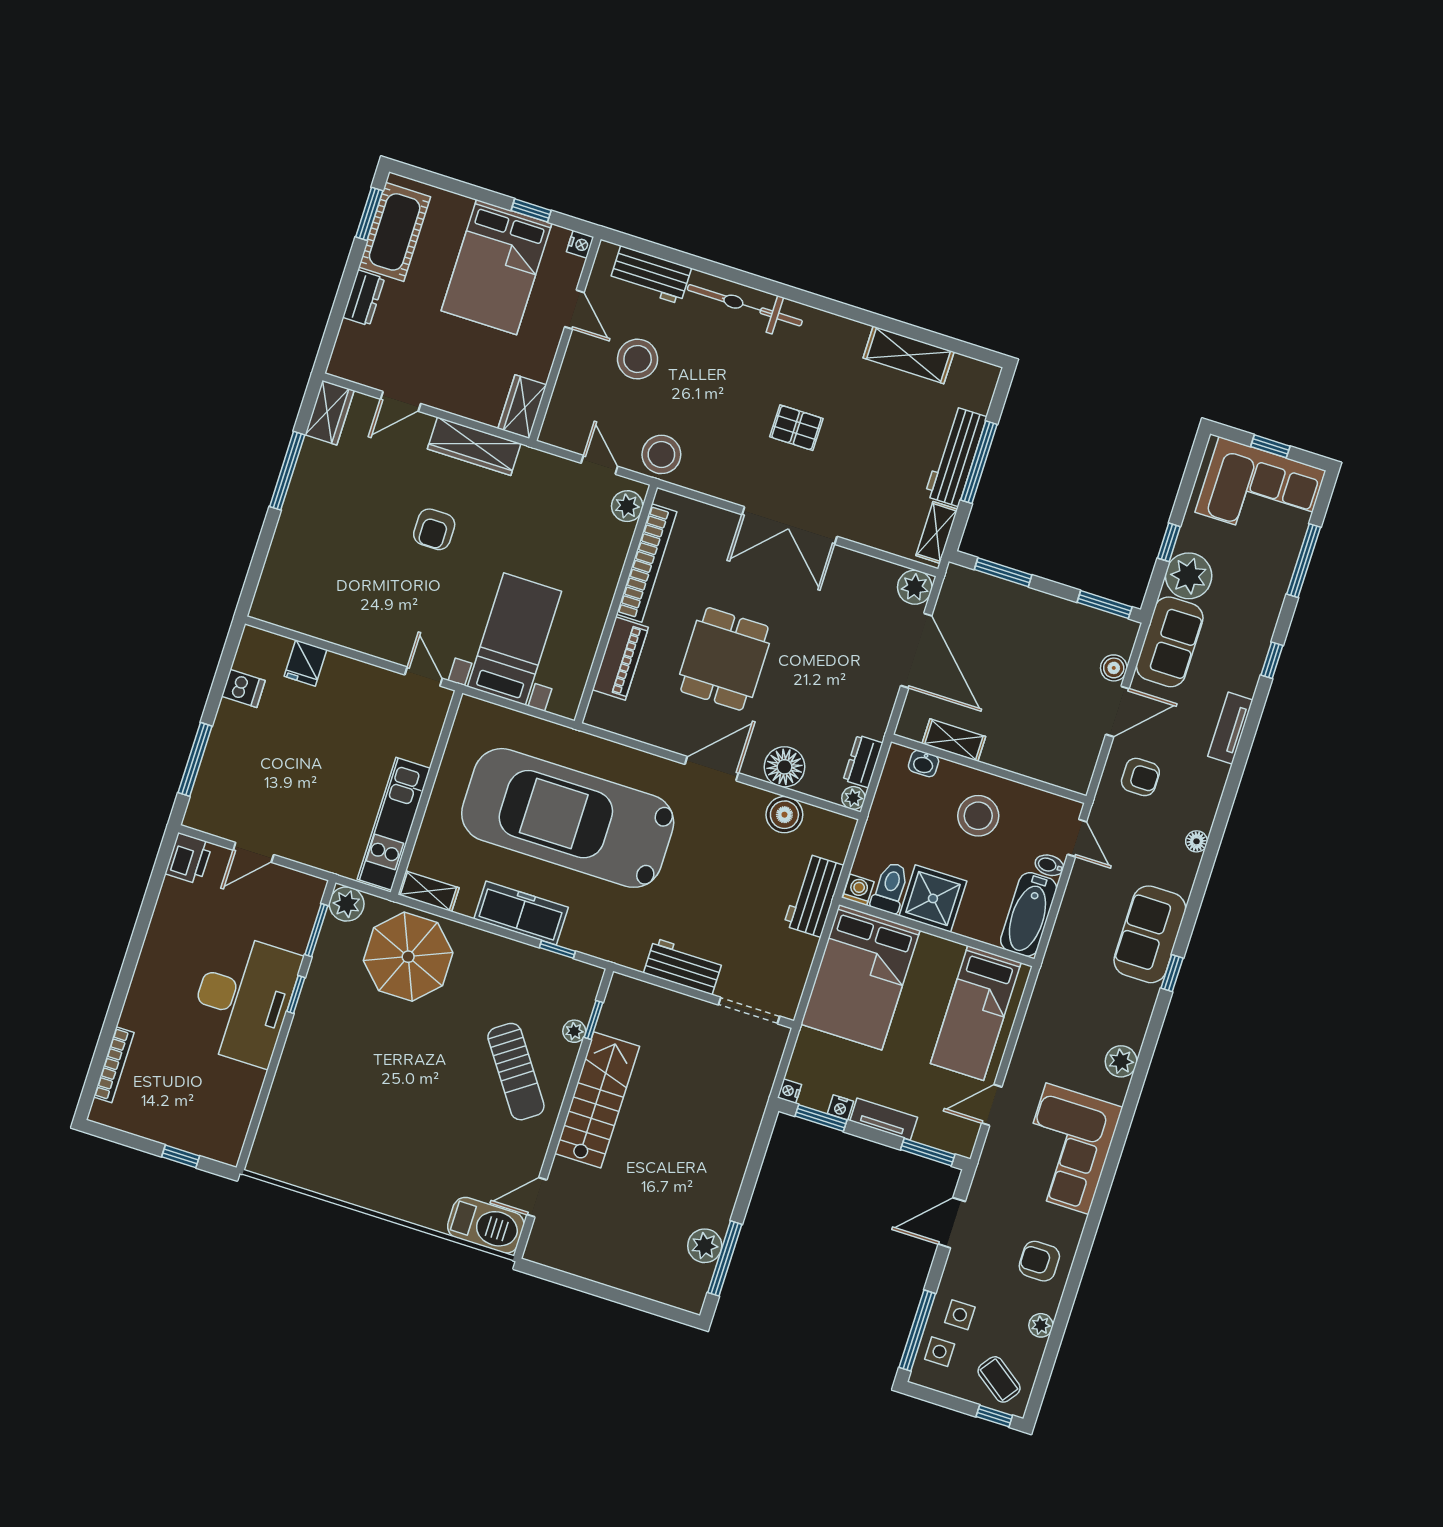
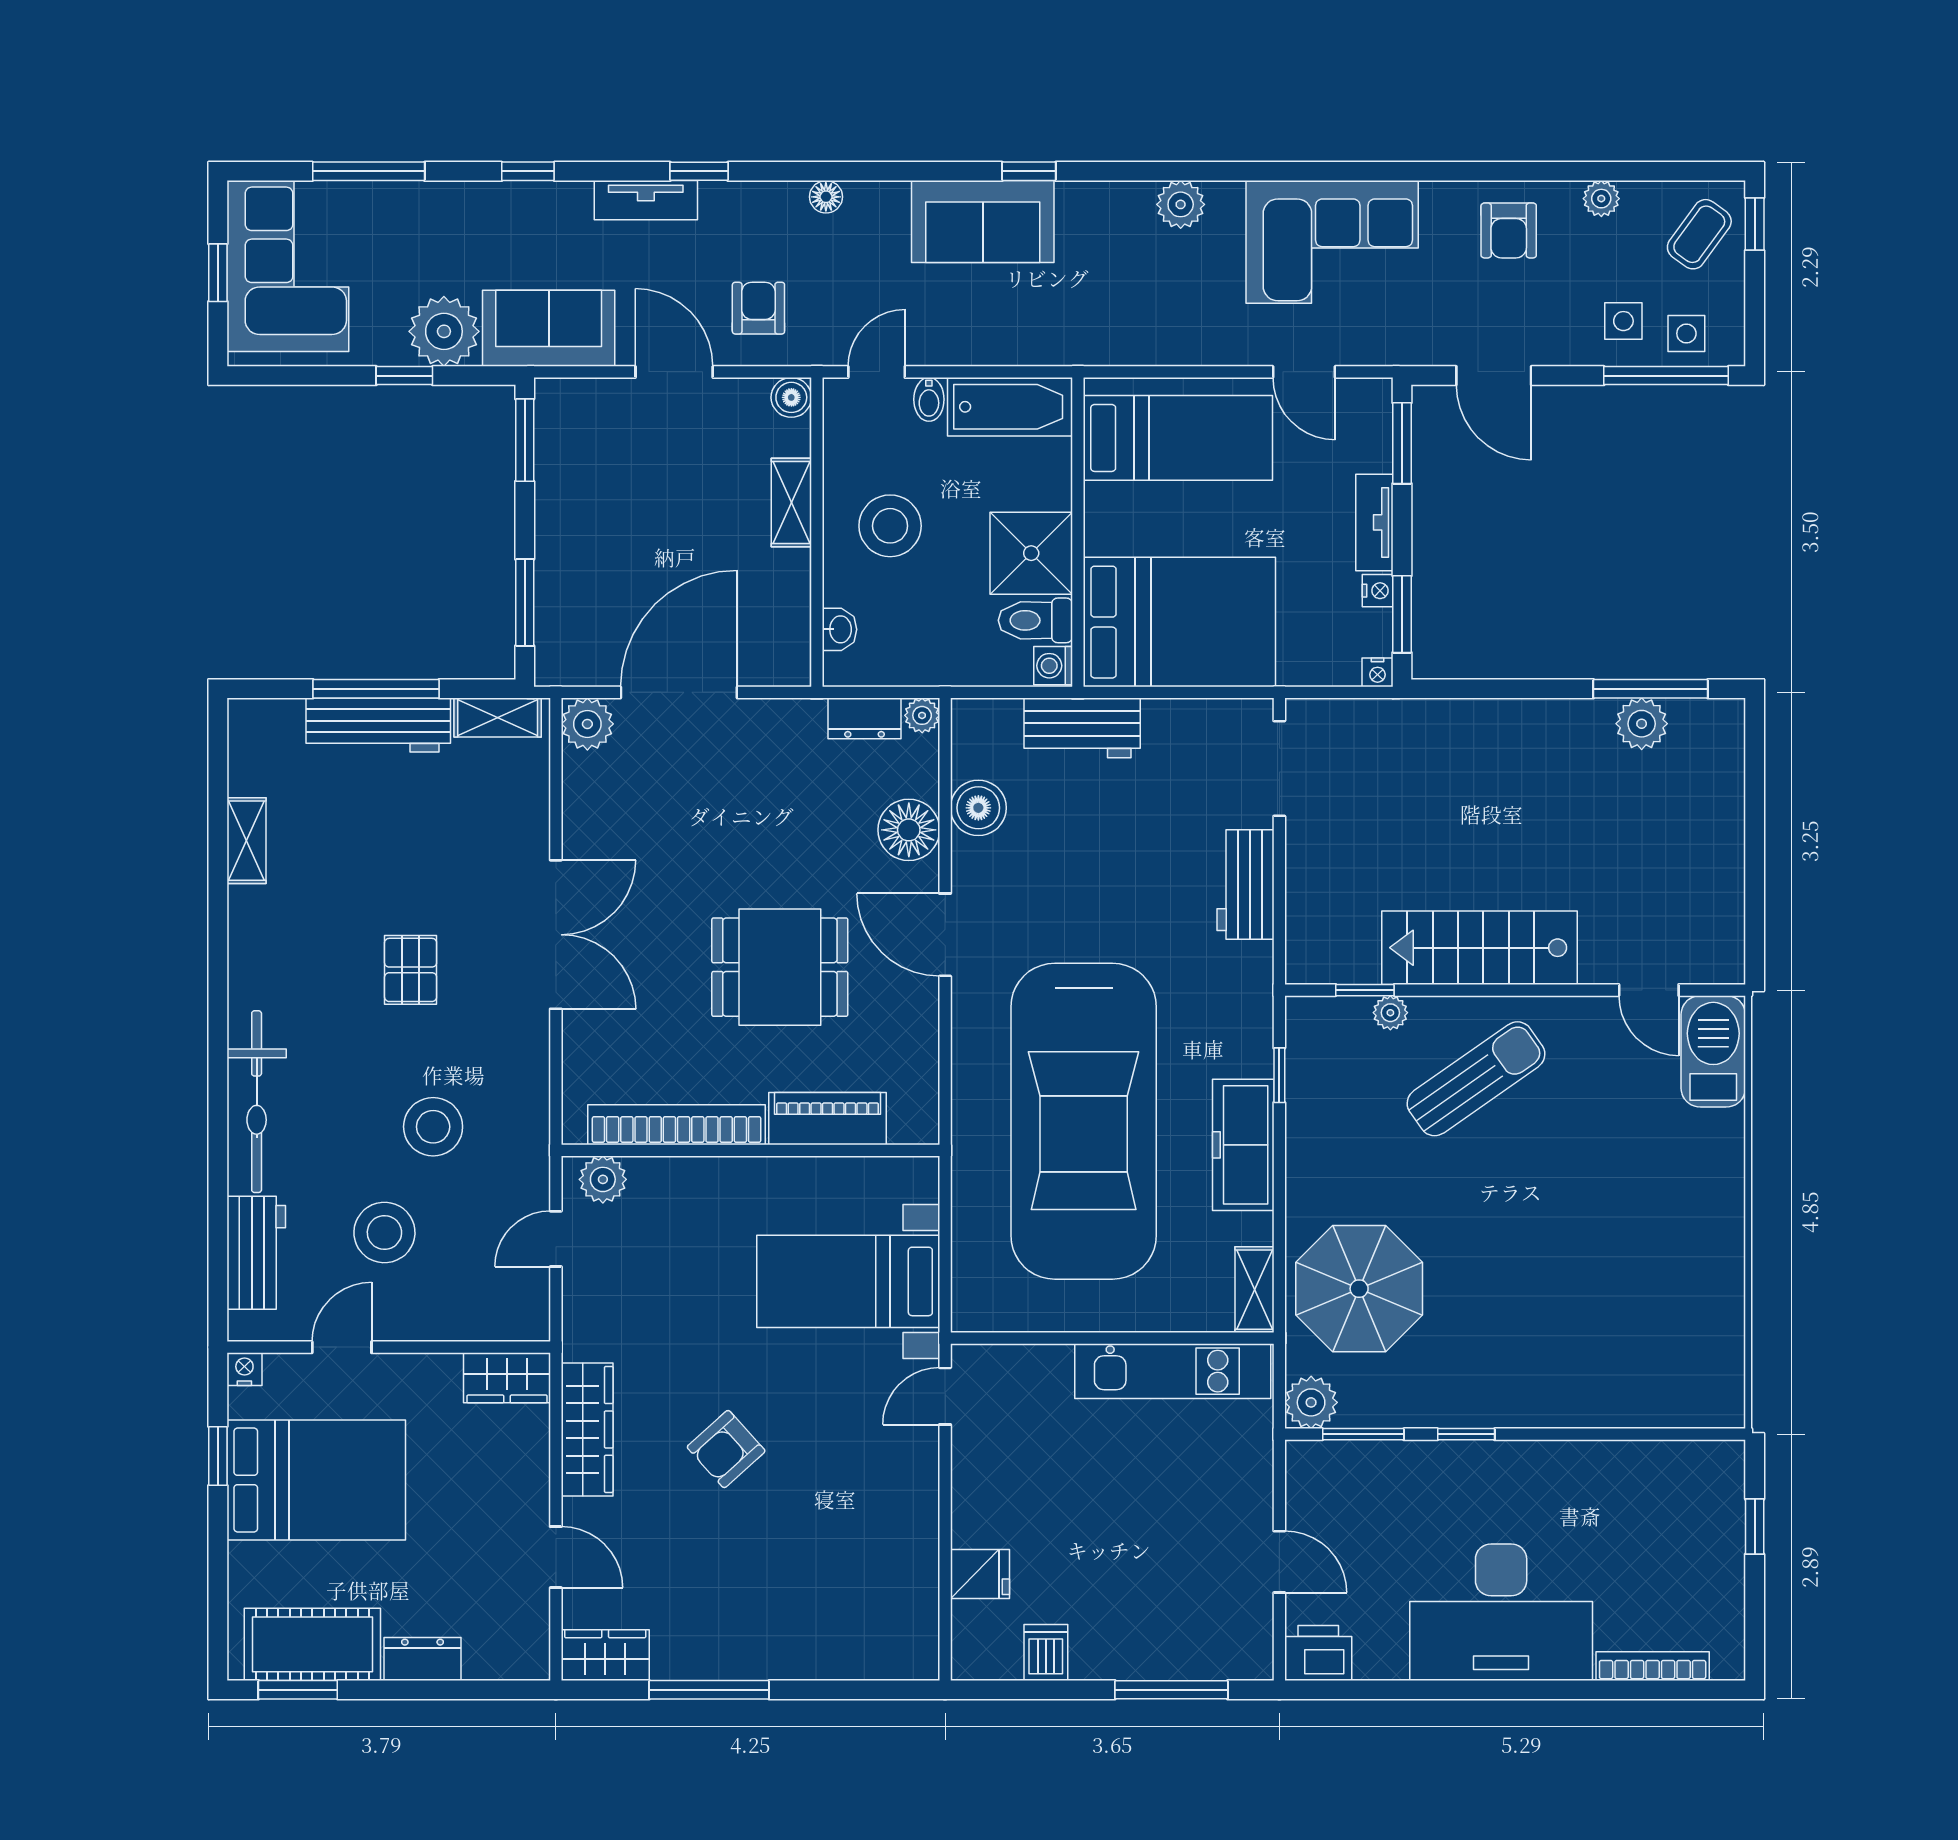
shelving: (909, 355) -> (246, 841), width x0.67, depth x0.75
stool: (661, 454) -> (433, 1127), moved
armchair: (434, 529) -> (726, 1449), turned 138
boiler: (1114, 668) -> (791, 397), moved
shelving: (954, 740) -> (791, 502), moved
window: (1238, 767) -> (699, 171), added
desk: (243, 1000) -> (1501, 1612), moved, turned 180

